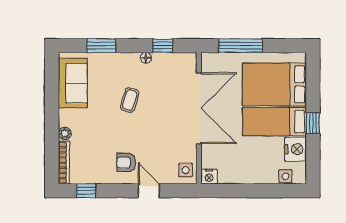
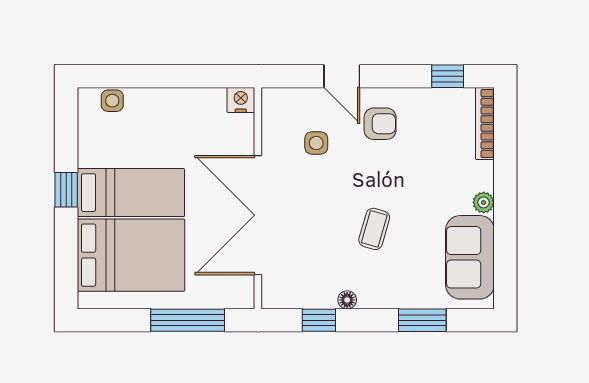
plant: (65, 133) -> (484, 202), moved
nightstand: (296, 149) -> (95, 146), removed
side table: (186, 170) -> (316, 143), moved

